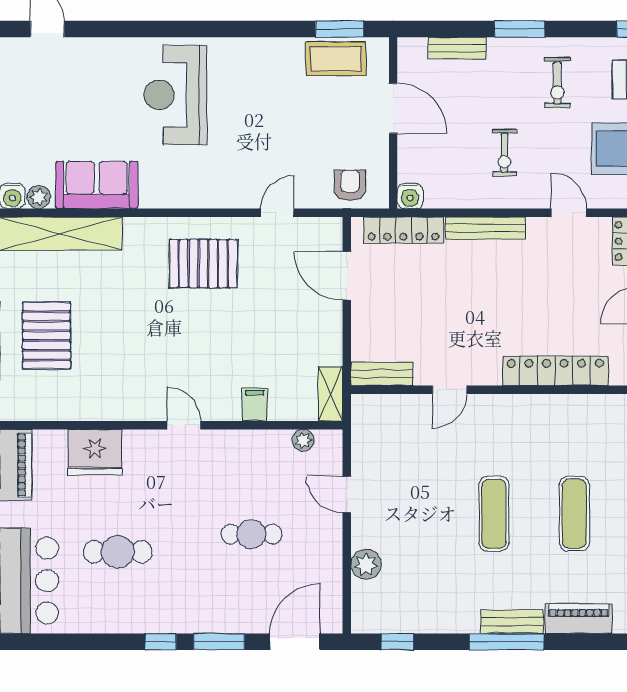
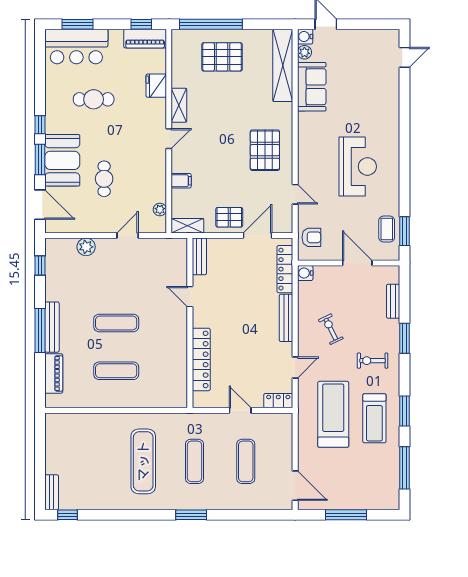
coffee table: (336, 59) -> (387, 229), width x0.73, depth x0.77
reception desk: (175, 95) -> (358, 167), moved, turned 90
door: (393, 108) -> (357, 263), swing flipped
exercise bike: (504, 153) -> (331, 329), turned 64
pallet: (316, 324) -> (229, 217), added
shelving: (128, 408) -> (179, 105), added
fridge: (95, 452) -> (156, 86), width x0.73, depth x0.75
cafe table: (118, 552) -> (94, 99), turned 90
booth: (220, 604) -> (62, 160), added
bench: (512, 622) -> (52, 327), width x1.36

